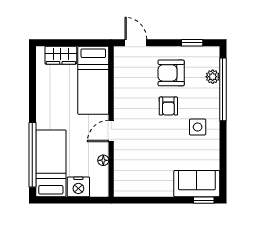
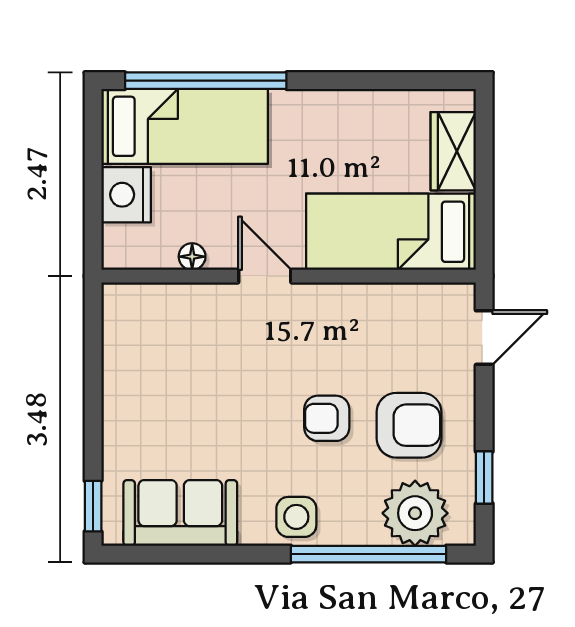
armchair: (171, 73) -> (409, 425), turned 90
plant: (213, 77) -> (415, 513), width x1.88, depth x1.88
side table: (198, 127) -> (296, 517), moved
sofa: (197, 184) -> (180, 513), moved, turned -90

